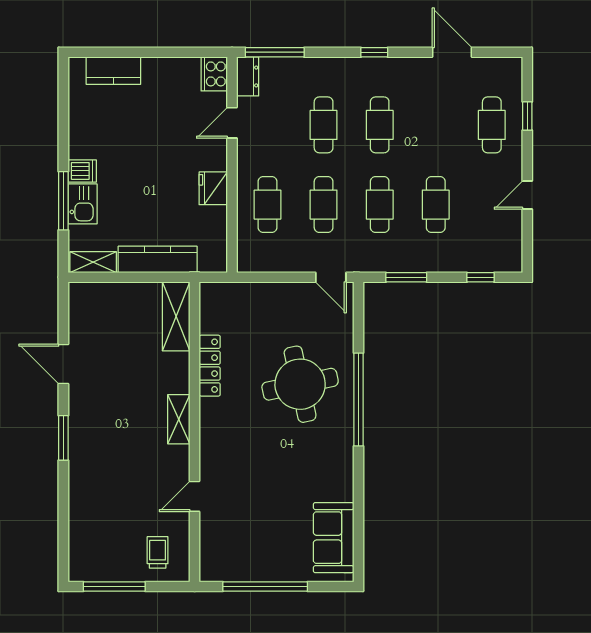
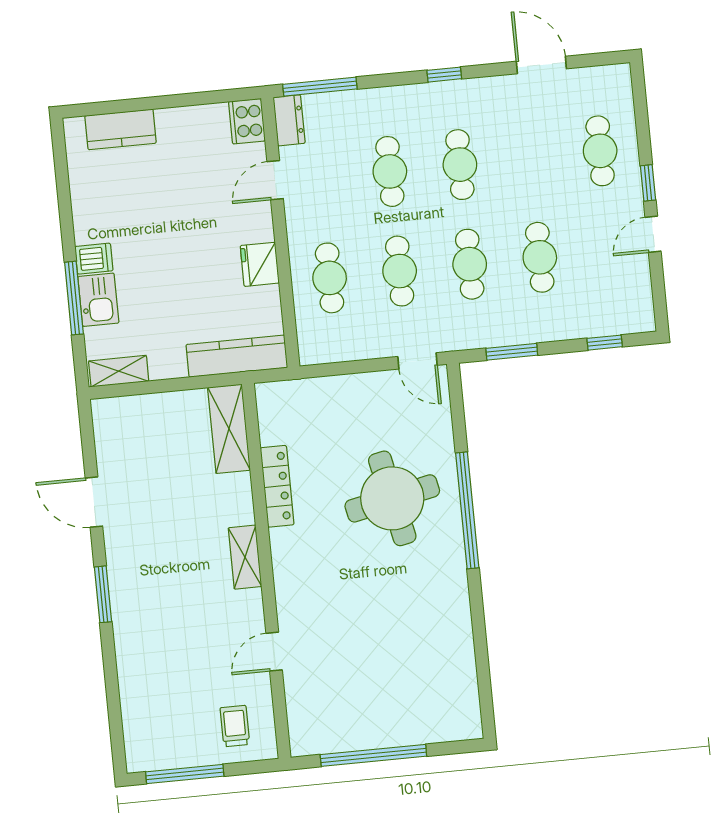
window: (527, 116) -> (648, 183), moved
kitchen counter: (158, 259) -> (237, 356), moved
sofa: (334, 538) -> (453, 686), removed

